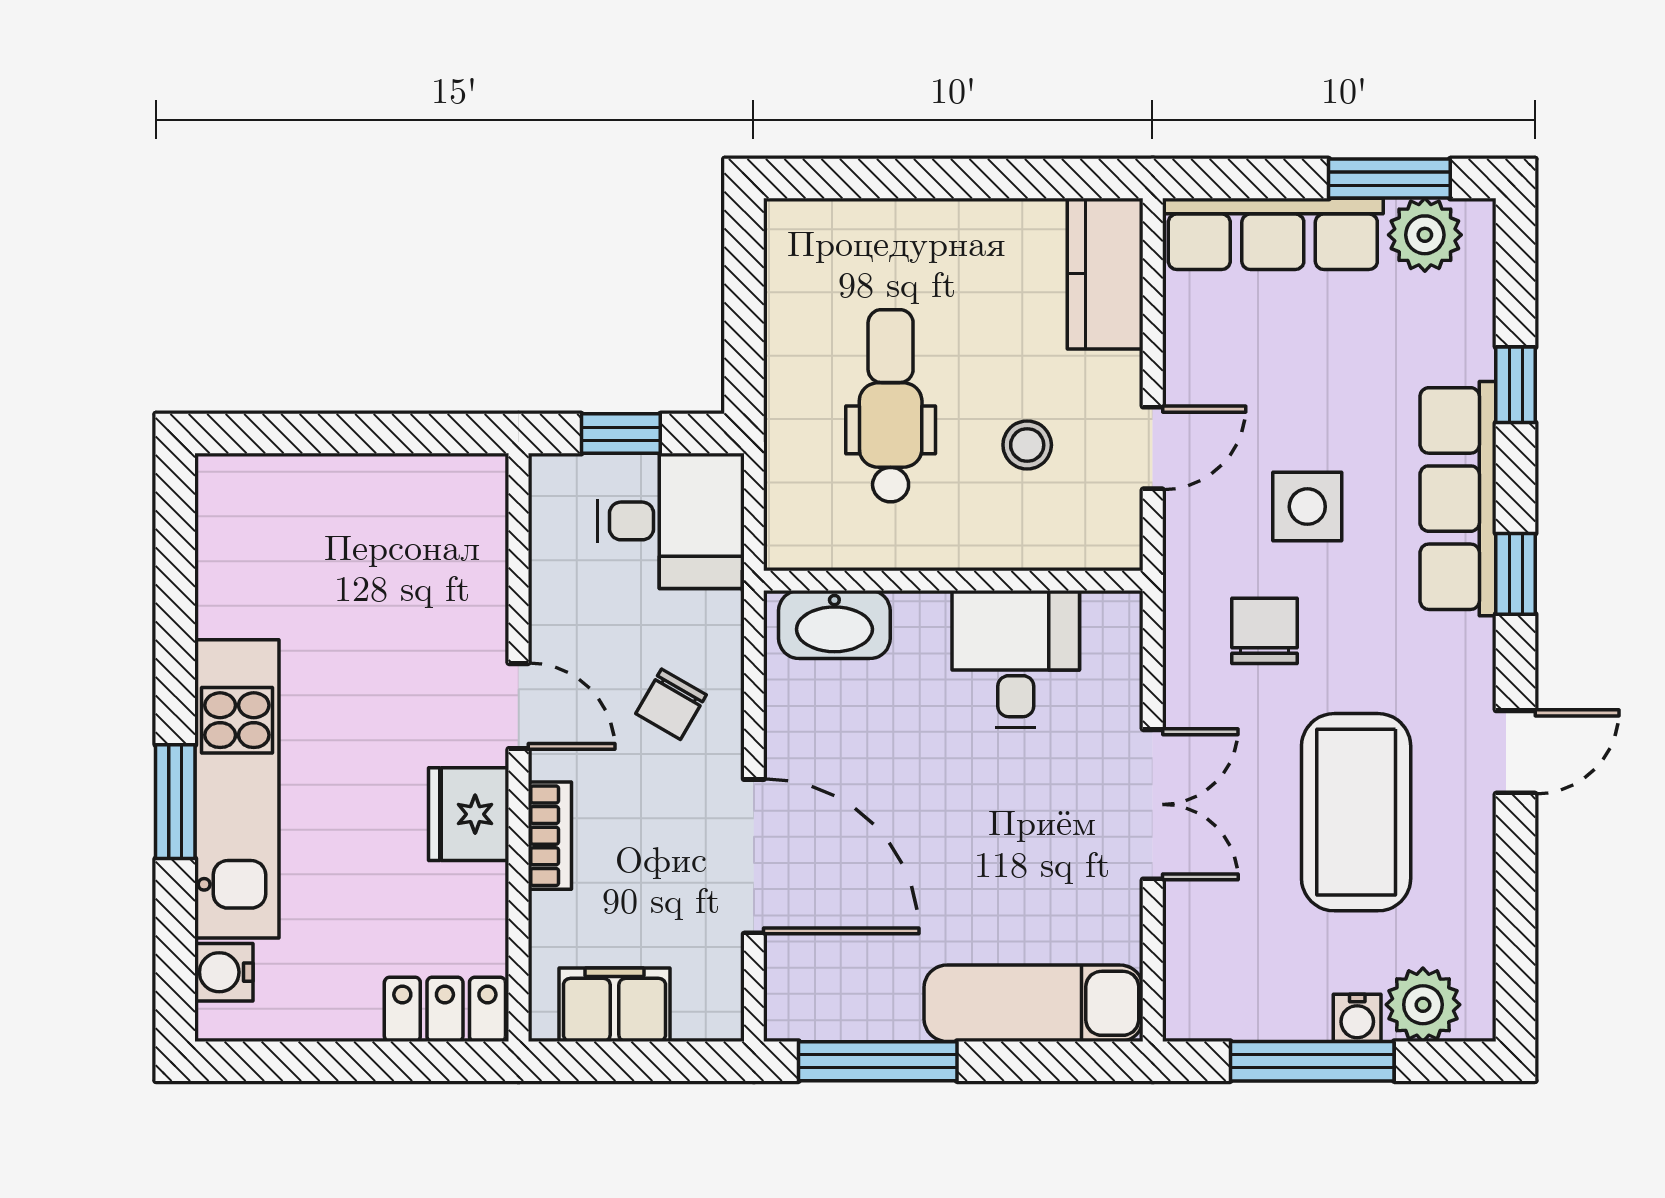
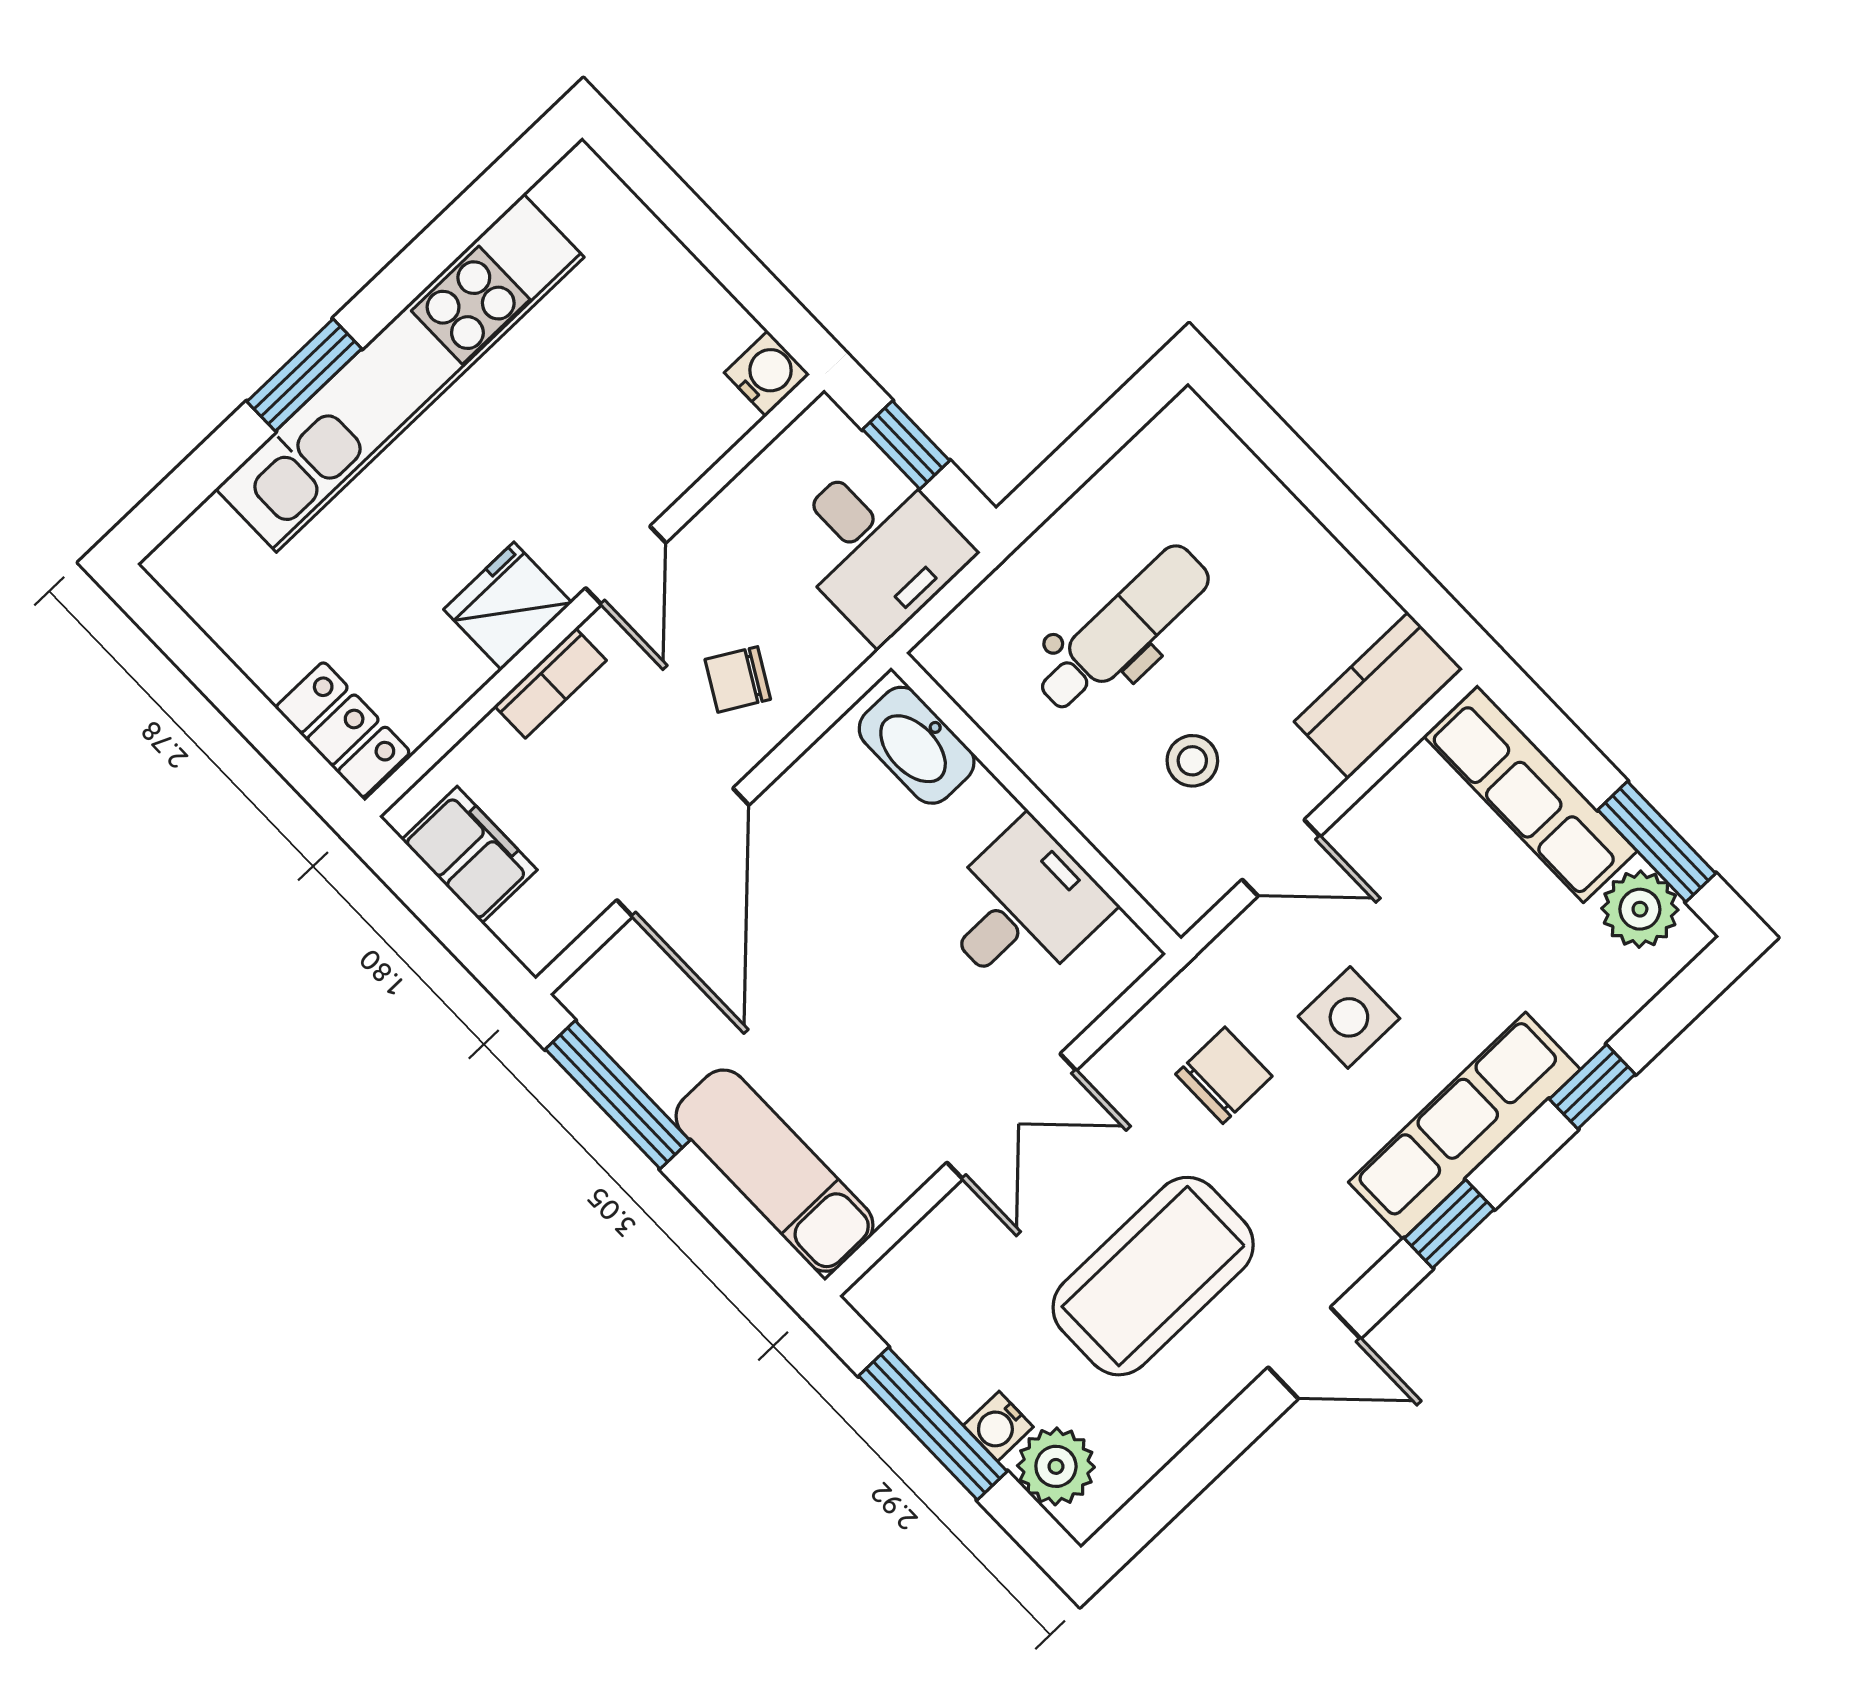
kitchen unit: (237, 789) -> (400, 373), width x1.36
water cooler: (224, 972) -> (767, 374), moved, turned 90

